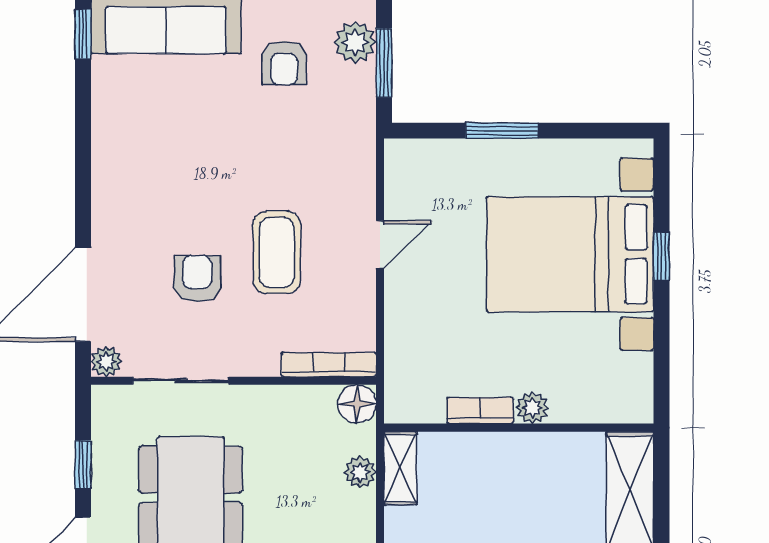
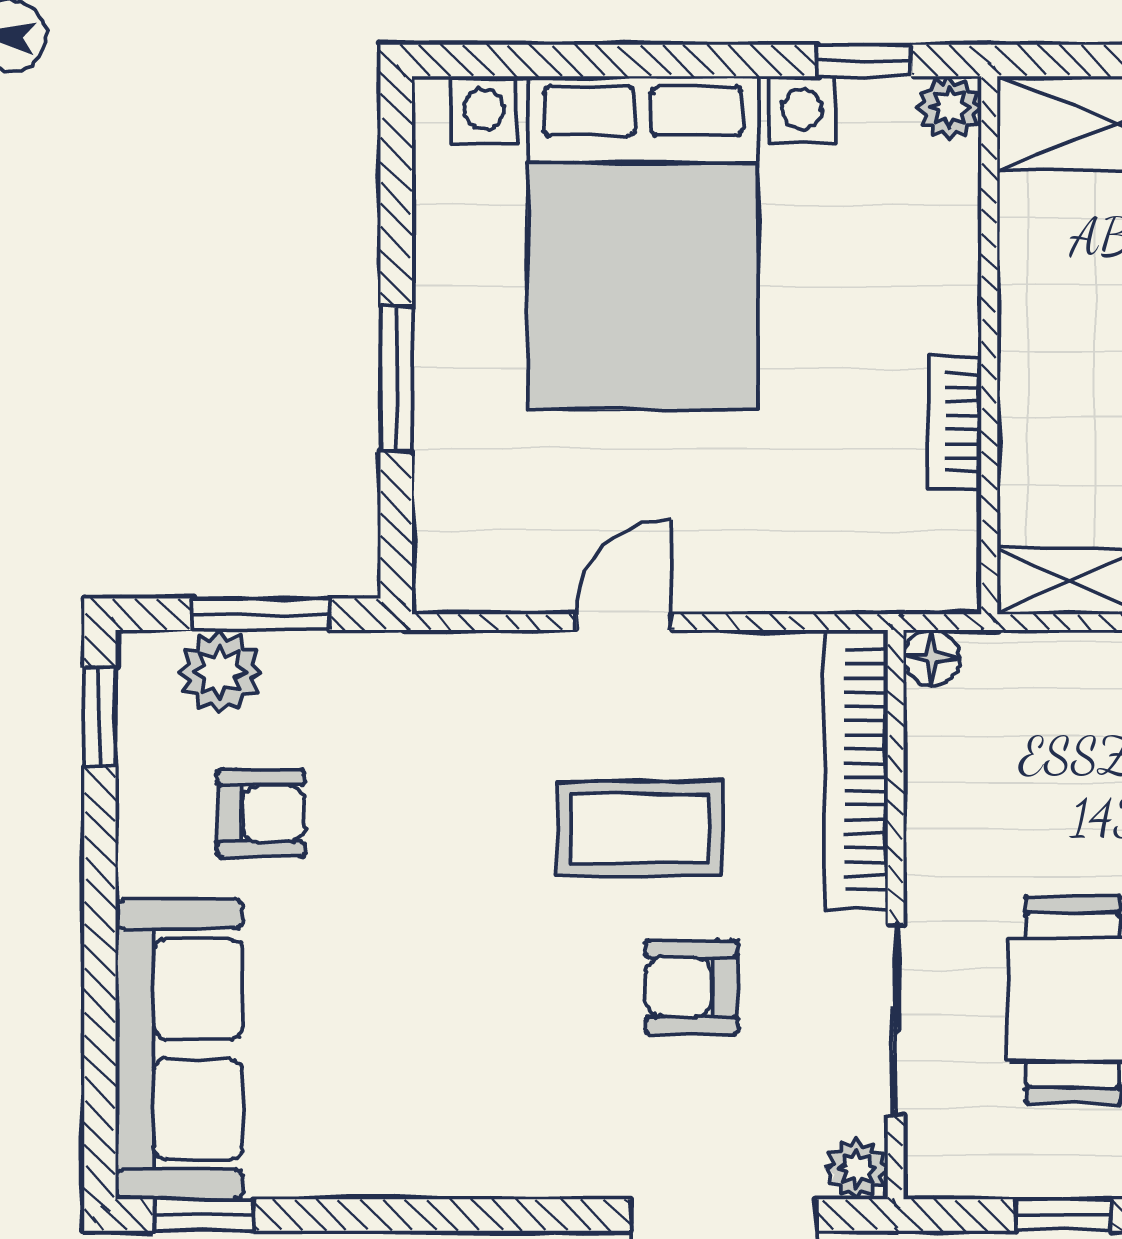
door: (380, 244) -> (624, 622), hinge flipped
window: (661, 256) -> (864, 60), moved
bookcase: (329, 365) -> (856, 770), width x1.48, depth x1.31
floor lamp: (357, 404) -> (931, 658), width x0.73, depth x0.73
plant: (532, 408) -> (949, 108), moved
plant: (360, 472) -> (1078, 662), removed

